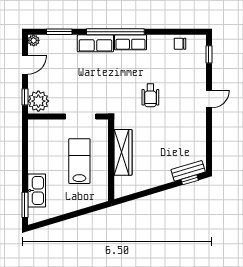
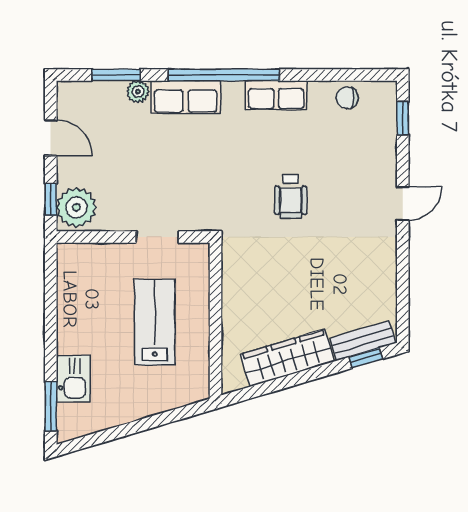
plant: (34, 40) -> (138, 92), moved
row of seats: (131, 42) -> (276, 95), moved
door: (25, 65) -> (51, 138), hinge flipped
doorway: (81, 117) -> (157, 237), width x0.73
wardrobe: (123, 152) -> (287, 358), moved, turned -107
kitchen sink: (37, 190) -> (73, 378), width x0.73

